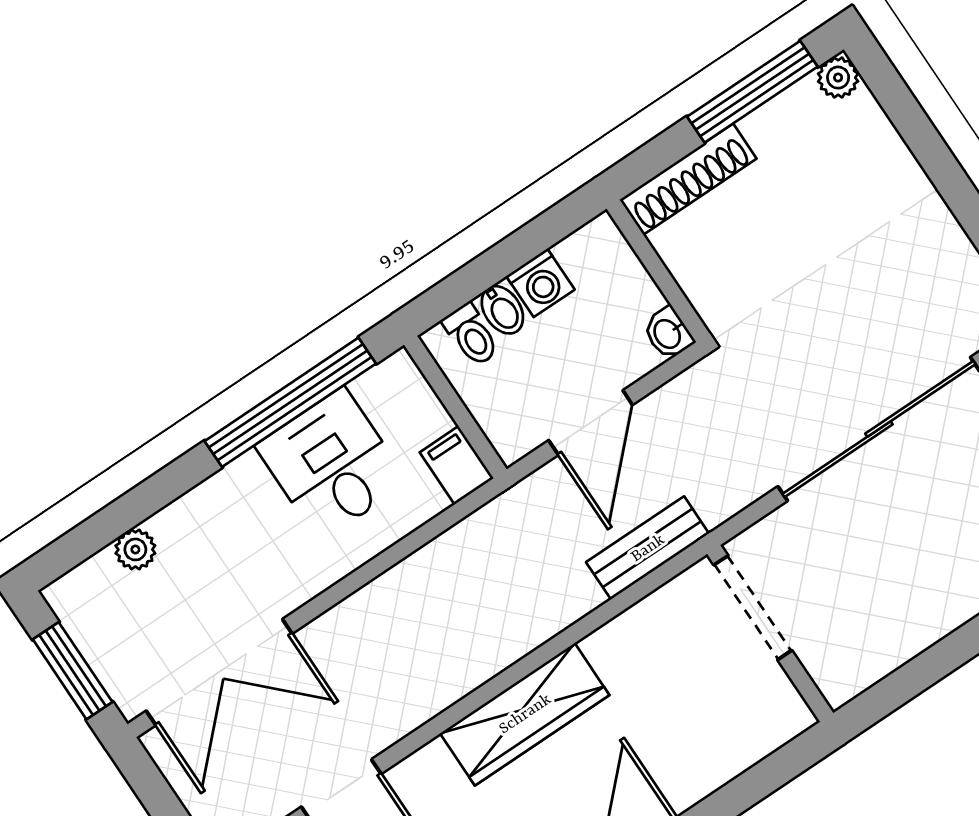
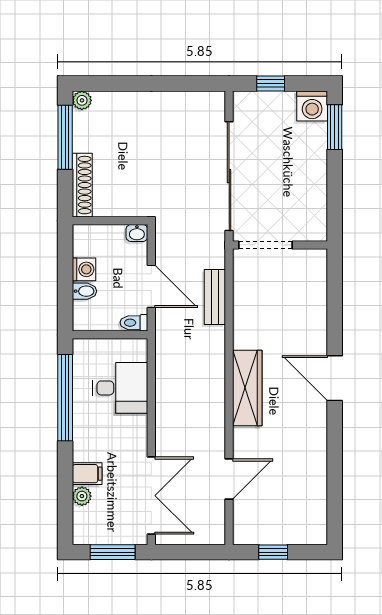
toilet: (471, 335) -> (134, 323), moved, turned 180
desk: (332, 464) -> (120, 388), moved, turned 180
filing cabinet: (457, 465) -> (87, 474), moved, turned 180
doorway: (753, 608) -> (265, 245), moved
wall: (770, 633) -> (280, 245), moved

